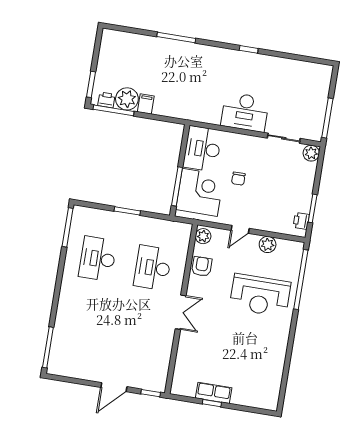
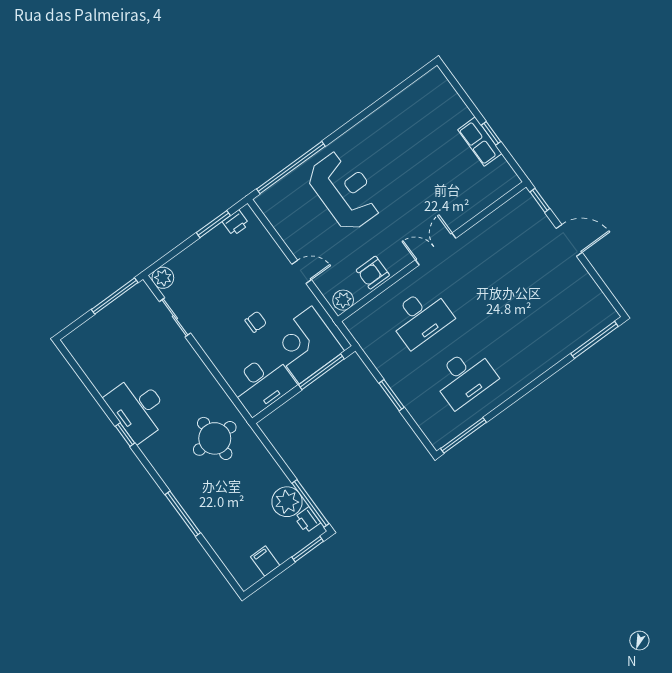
round table: (199, 95) -> (215, 438), added
filing cabinet: (146, 104) -> (265, 561), moved, turned 90
desk: (245, 112) -> (138, 408), moved, turned 180
plant: (268, 244) -> (290, 232), removed

